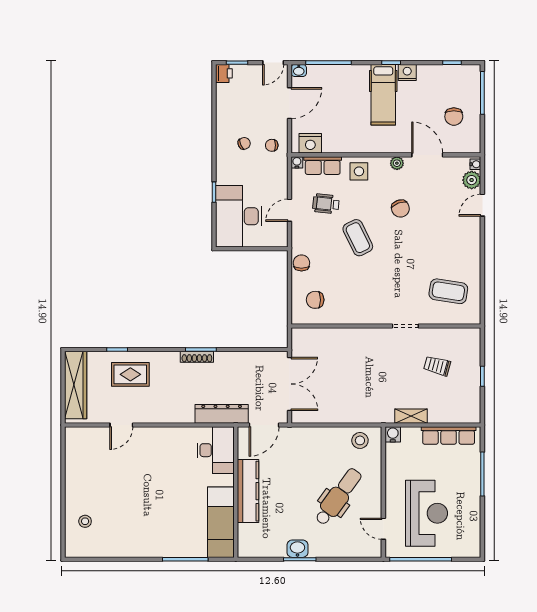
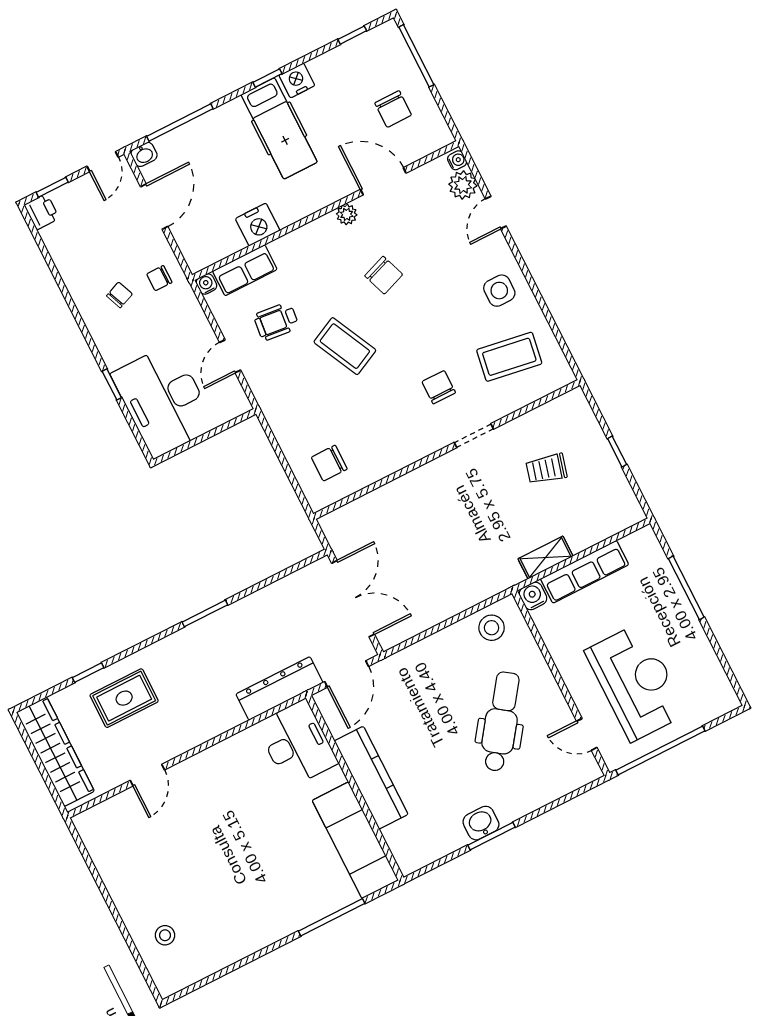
nightstand: (310, 143) -> (258, 225), moved
side table: (359, 171) -> (499, 291), moved
chair: (301, 263) -> (439, 387), moved
shoe rack: (197, 357) -> (205, 626), removed
row of seats: (449, 435) -> (585, 572), moved

